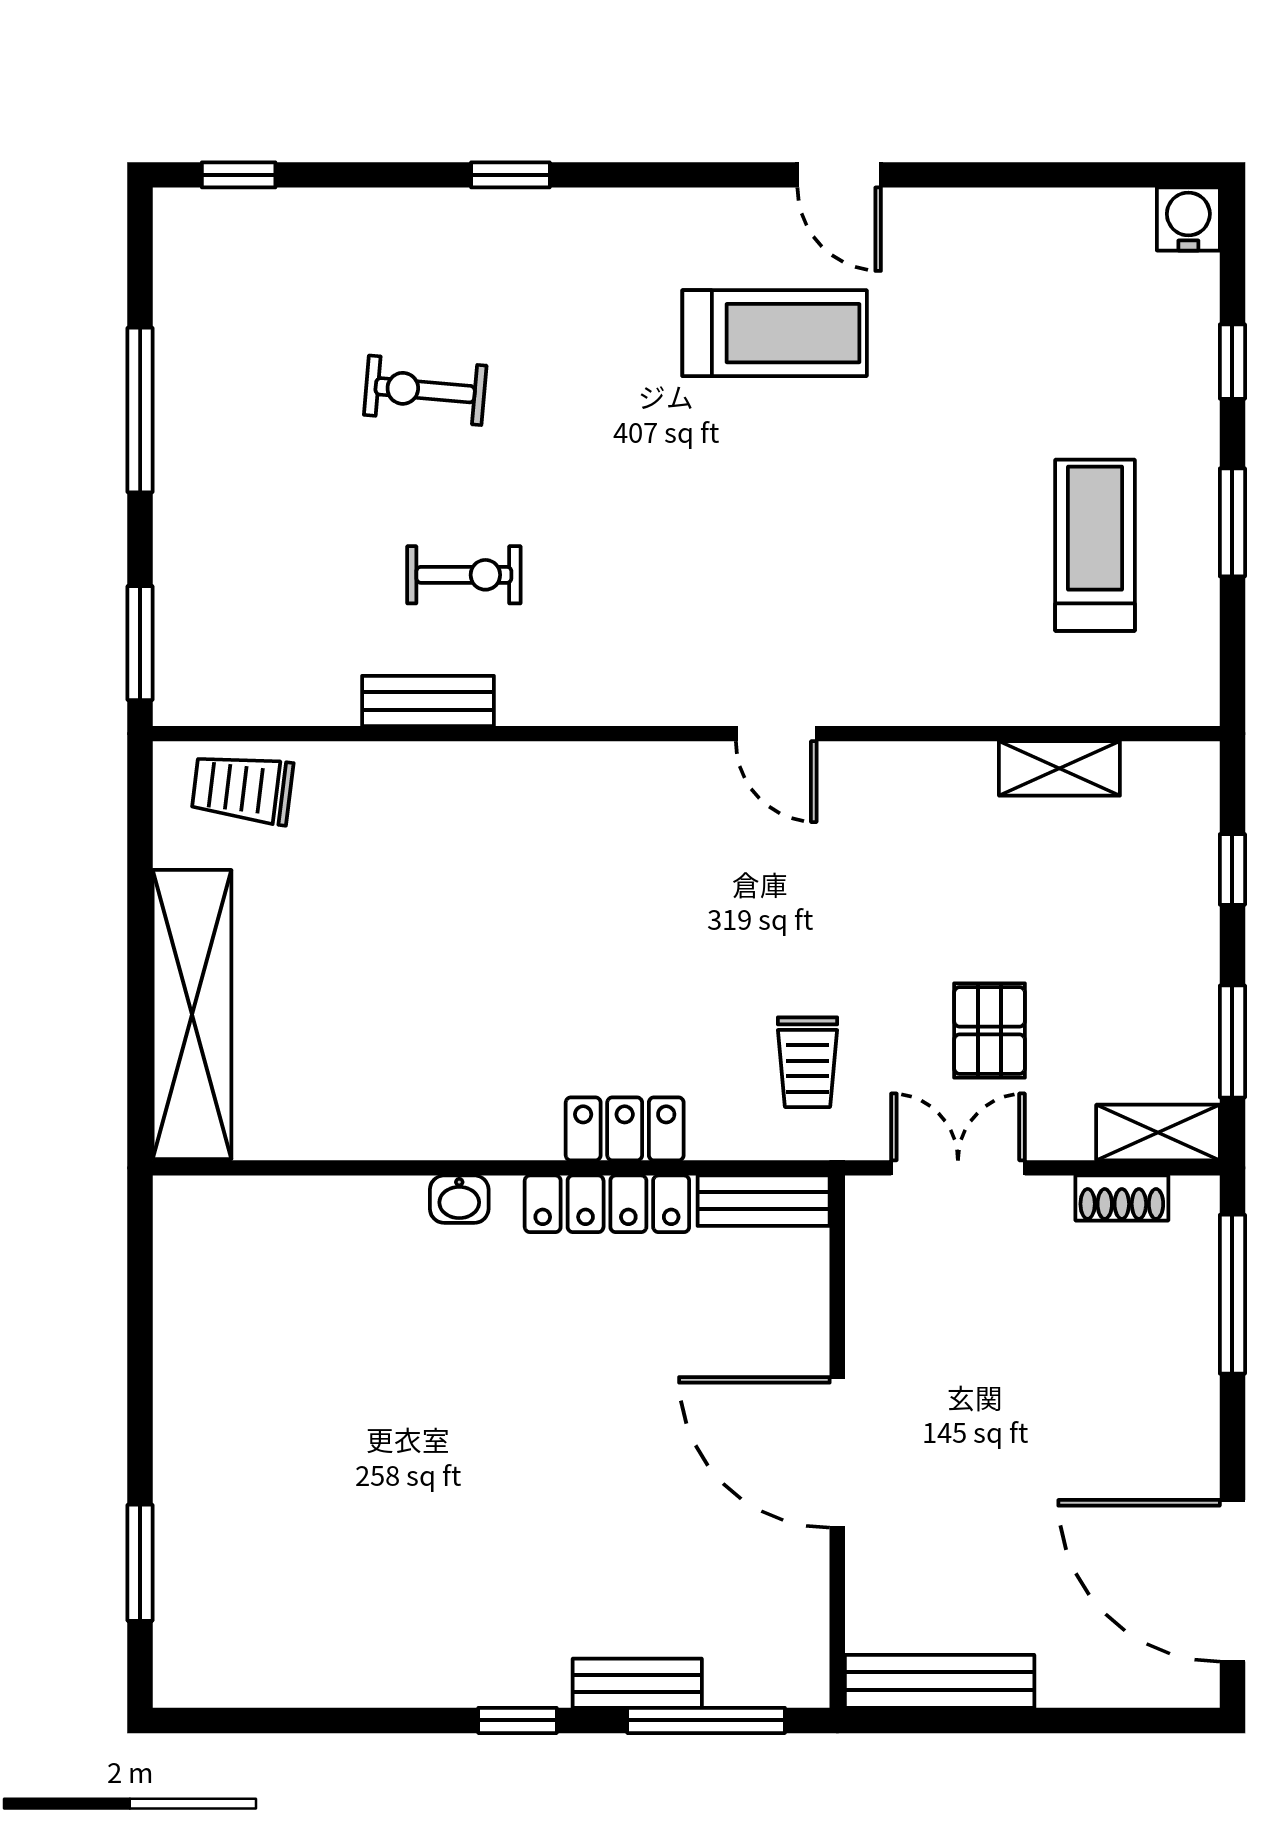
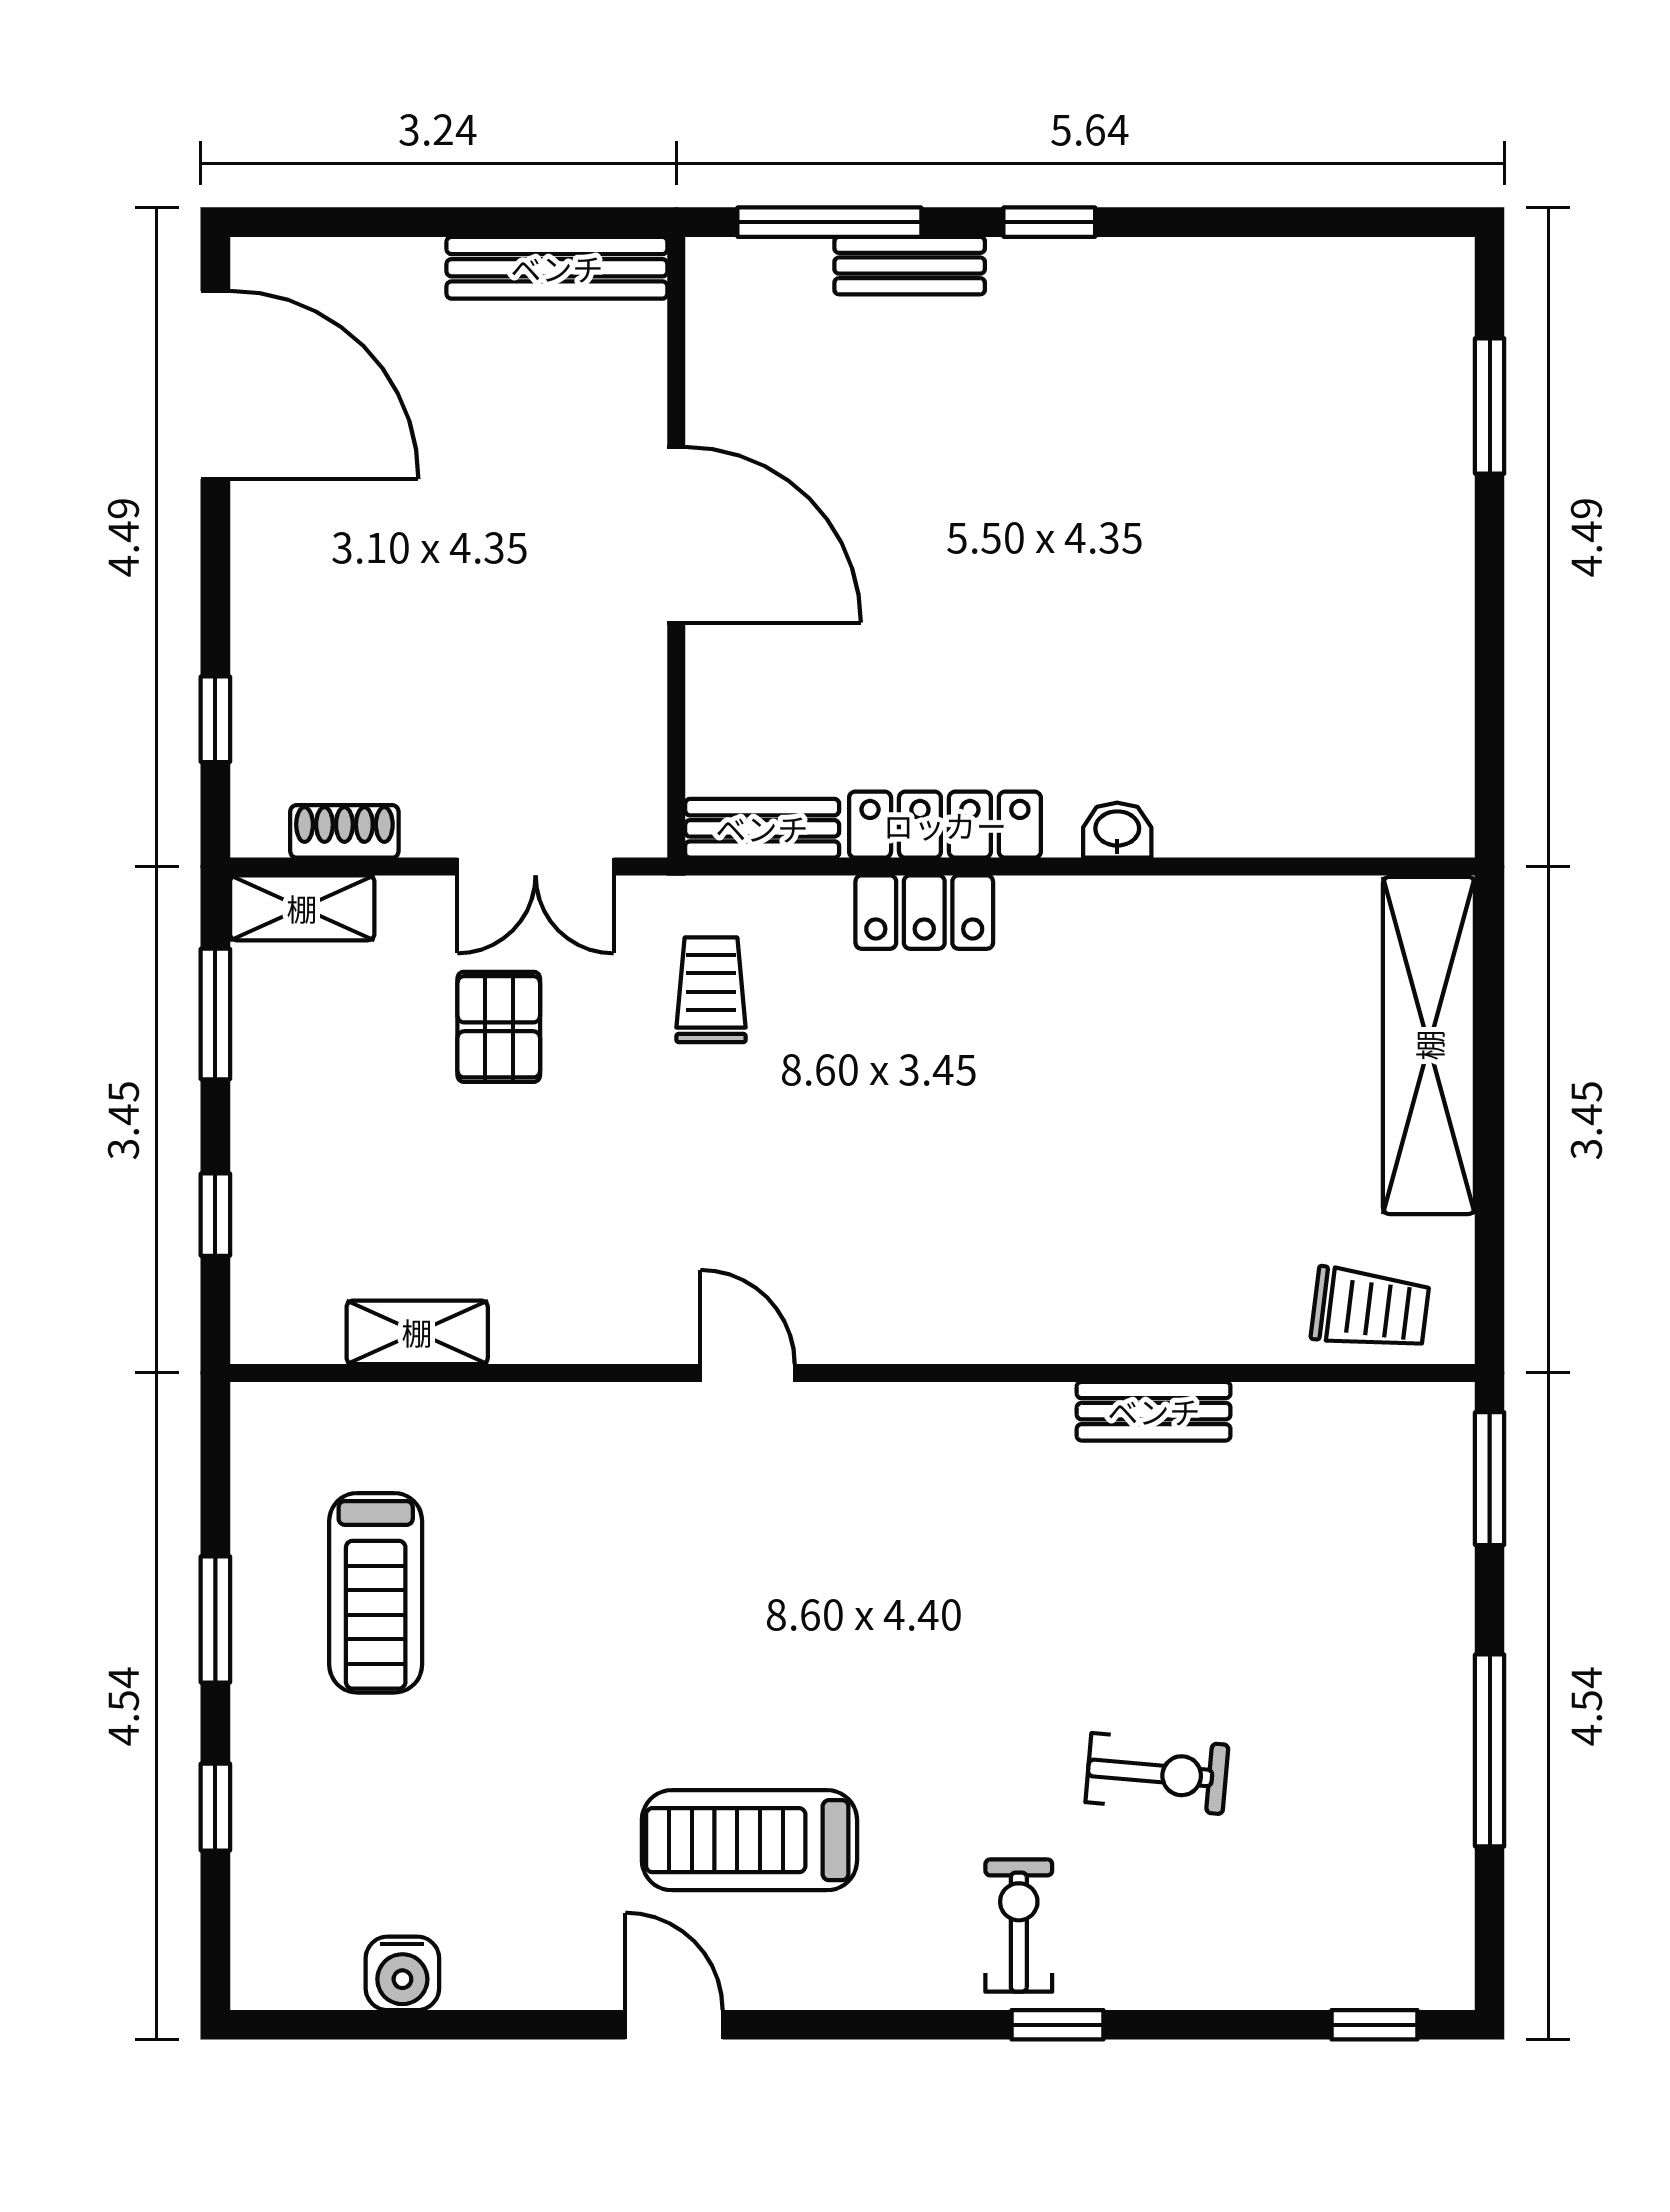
water cooler: (1188, 219) -> (402, 1973), moved
exercise bike: (464, 575) -> (1019, 1926), moved, turned 90
window: (1232, 1294) -> (215, 719), width x0.46

